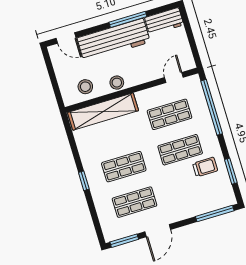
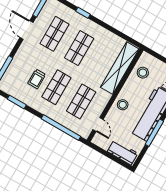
workbench: (164, 21) -> (123, 152), moved, turned 90
stool: (117, 83) -> (123, 105), moved
trolley: (205, 167) -> (37, 79), moved
window: (84, 181) -> (83, 13), moved

